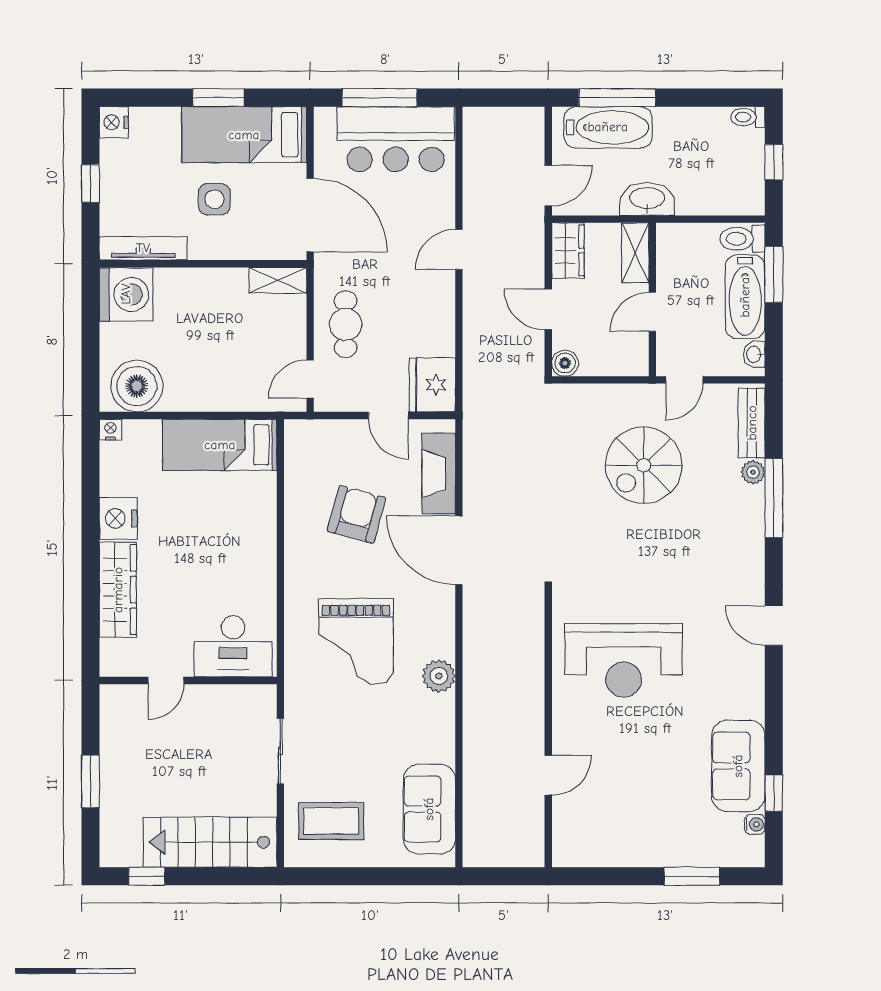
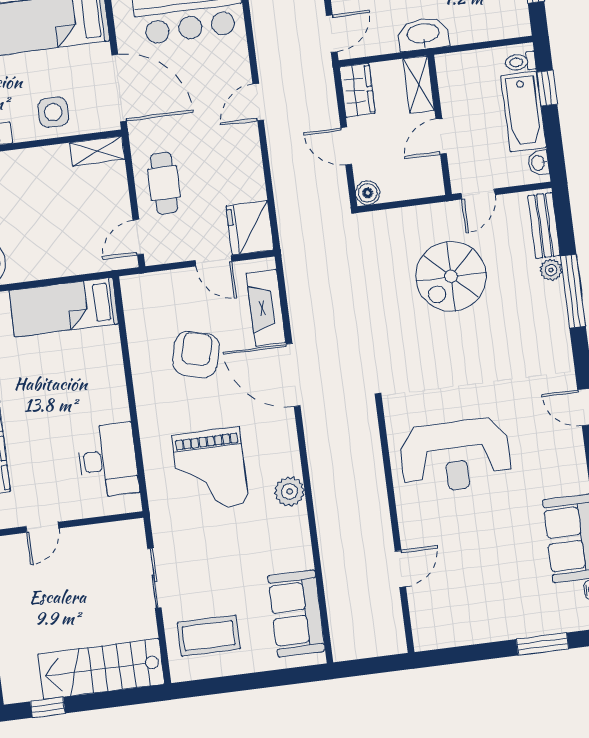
side table: (214, 199) -> (53, 112), moved
toilet: (742, 239) -> (520, 62), width x0.73, depth x0.72
window: (774, 275) -> (547, 88), width x0.67
desk: (233, 646) -> (108, 460), moved, turned -90

